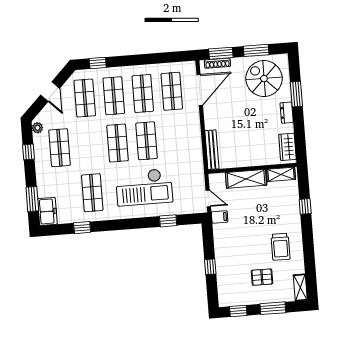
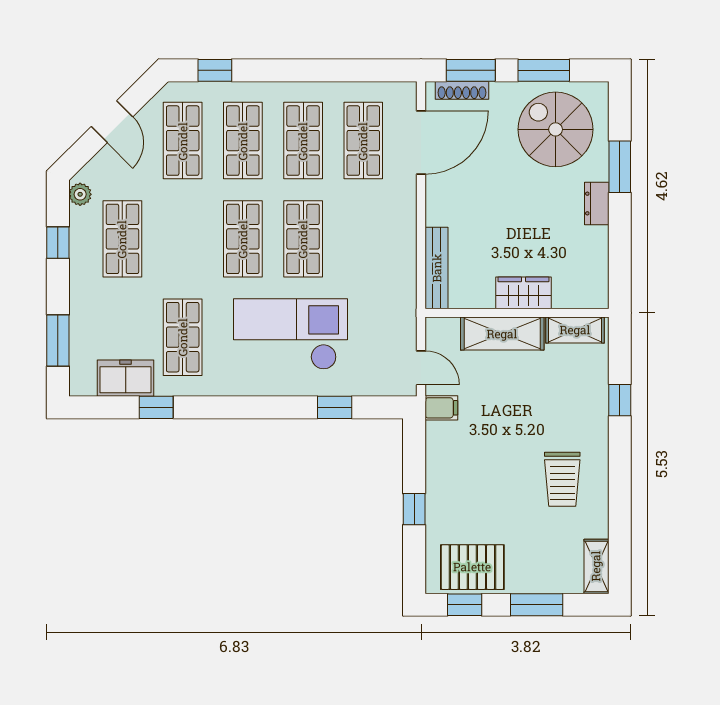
wardrobe: (287, 147) -> (523, 293), moved, turned 90
checkout: (144, 187) -> (291, 334), turned 180
freezer: (47, 211) -> (126, 378), moved, turned -90
pallet: (262, 277) -> (472, 567), moved, width x1.50, depth x1.42

